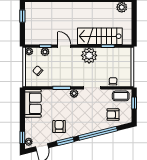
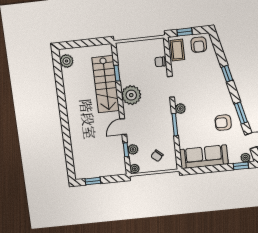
sofa: (33, 103) -> (204, 157), width x1.36
armchair: (113, 115) -> (199, 45), moved
window: (98, 133) -> (227, 74), width x0.32

